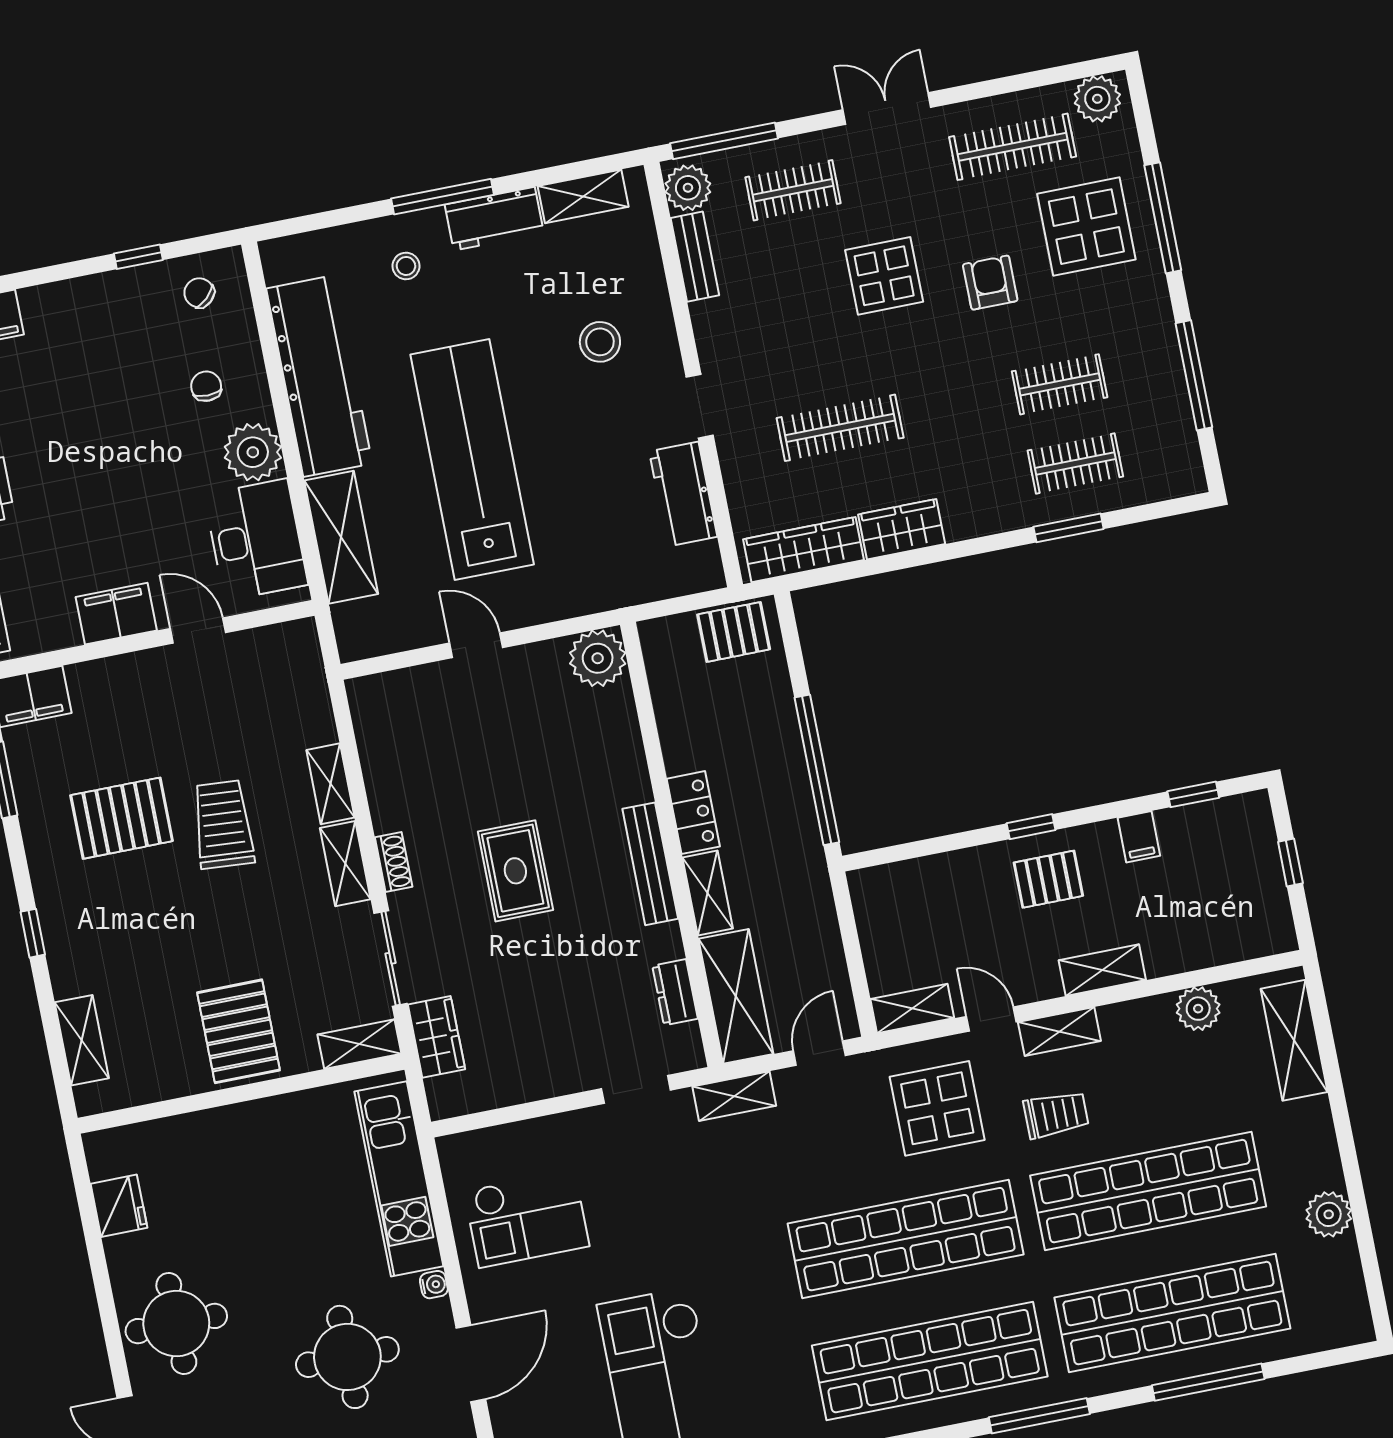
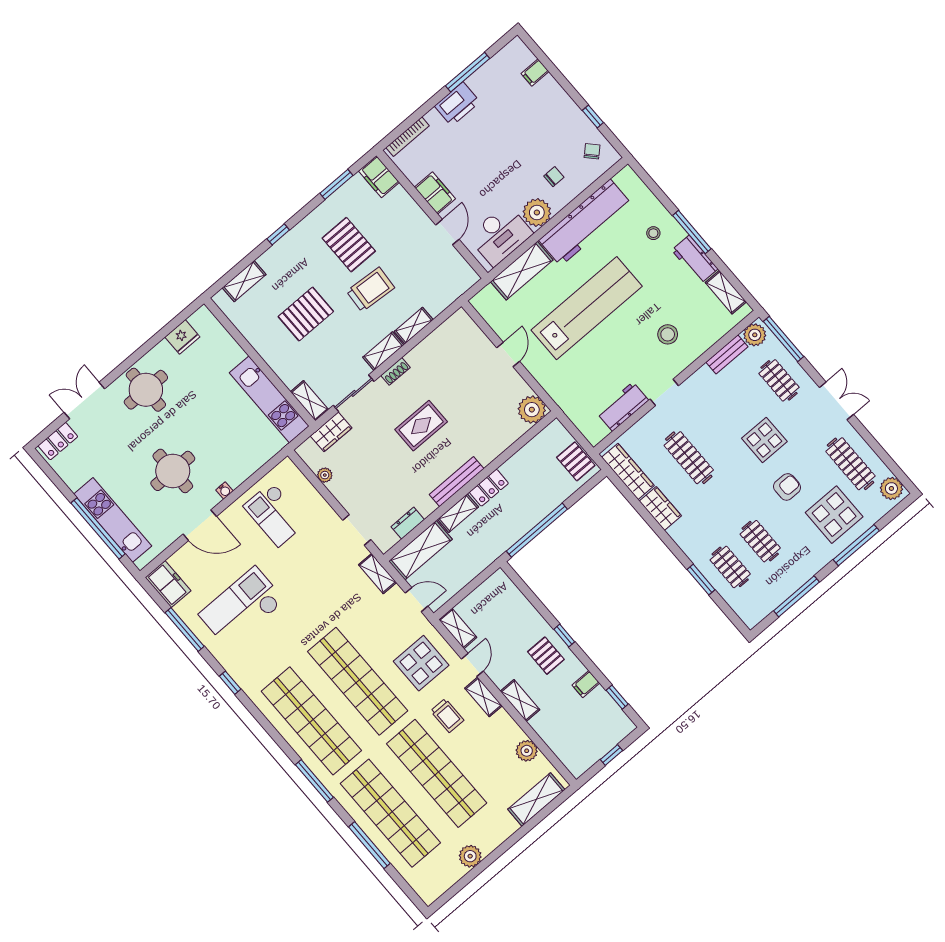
pallet: (238, 1031) -> (306, 314), moved
plant: (507, 1091) -> (325, 475), added
kitchen unit: (399, 1179) -> (269, 399), moved, turned -90

